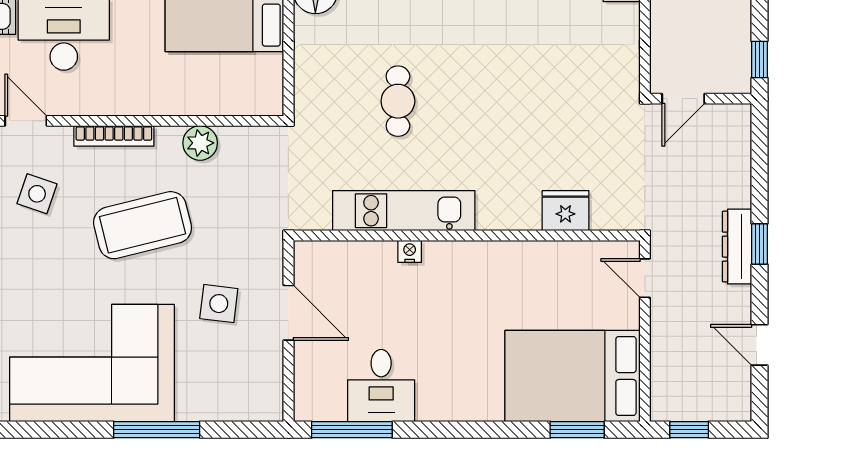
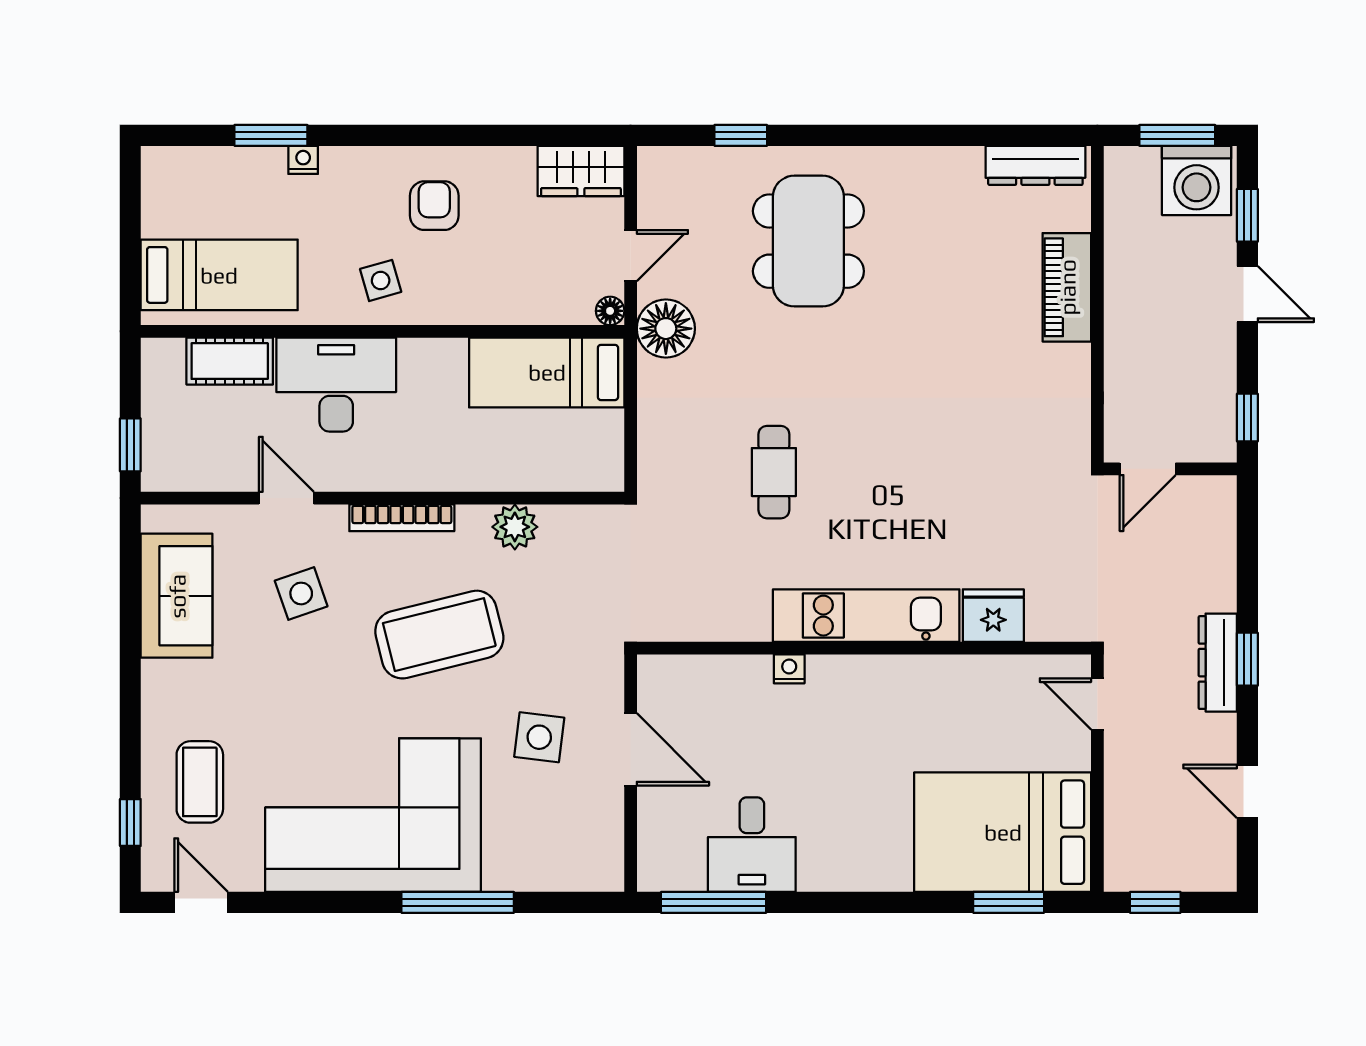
side table: (37, 194) -> (301, 593), turned -38
kitchen unit: (404, 211) -> (866, 616), moved

